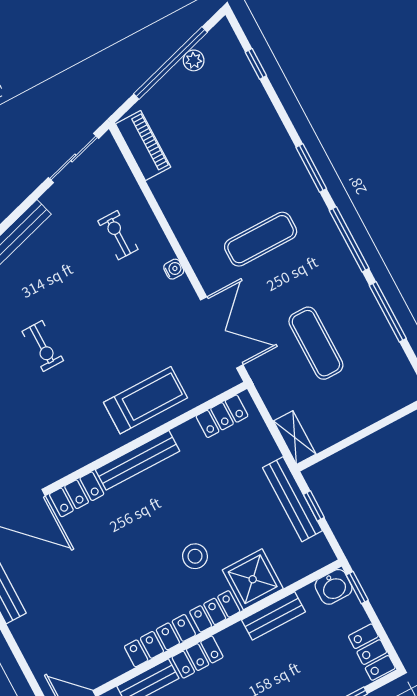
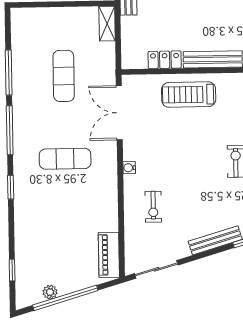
window: (311, 168) -> (11, 187), width x0.67
locker: (222, 416) -> (165, 60), moved

